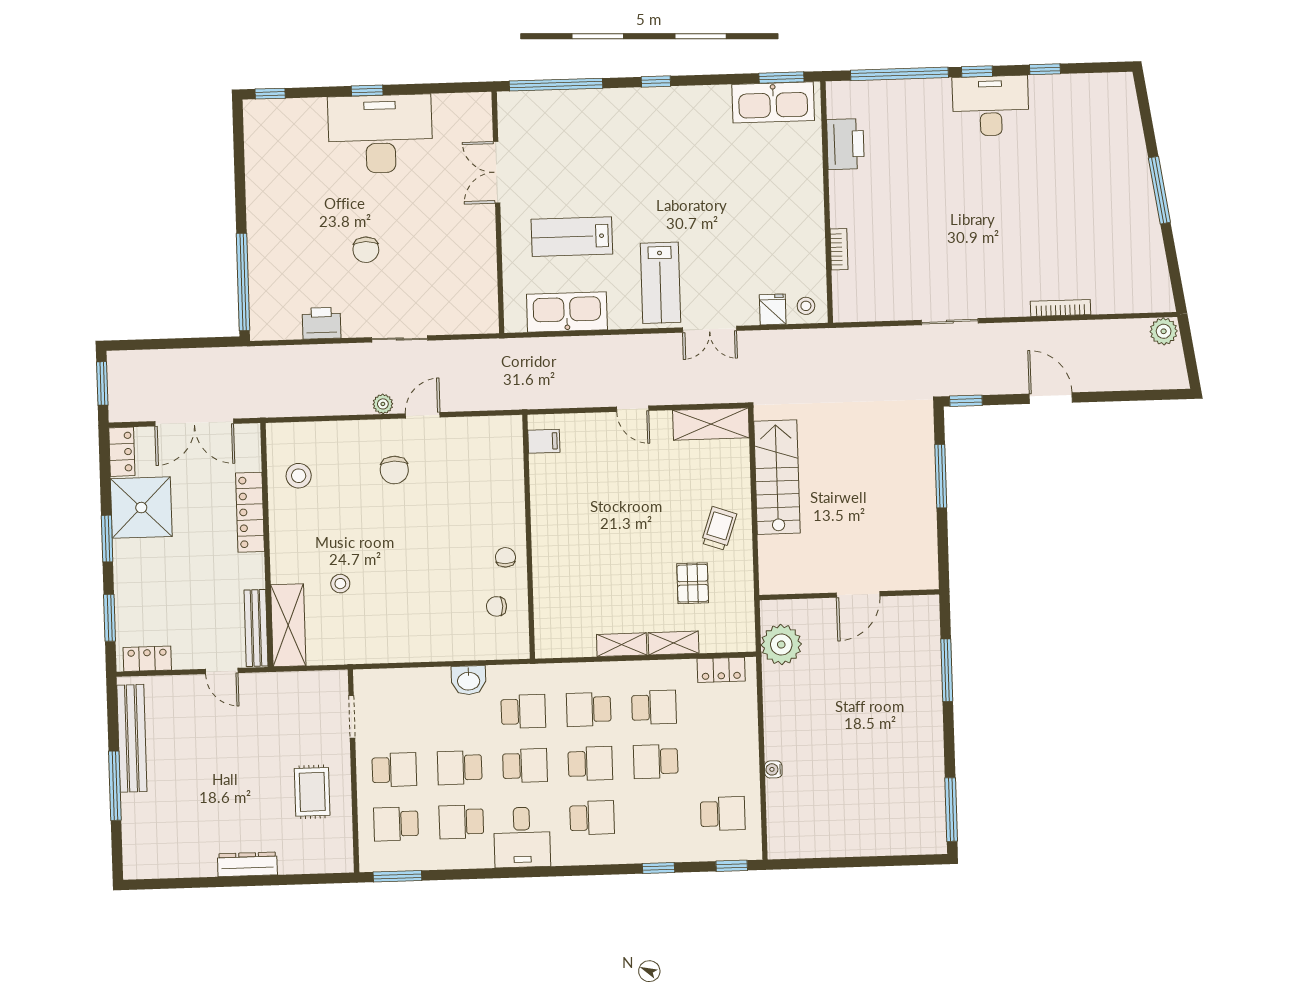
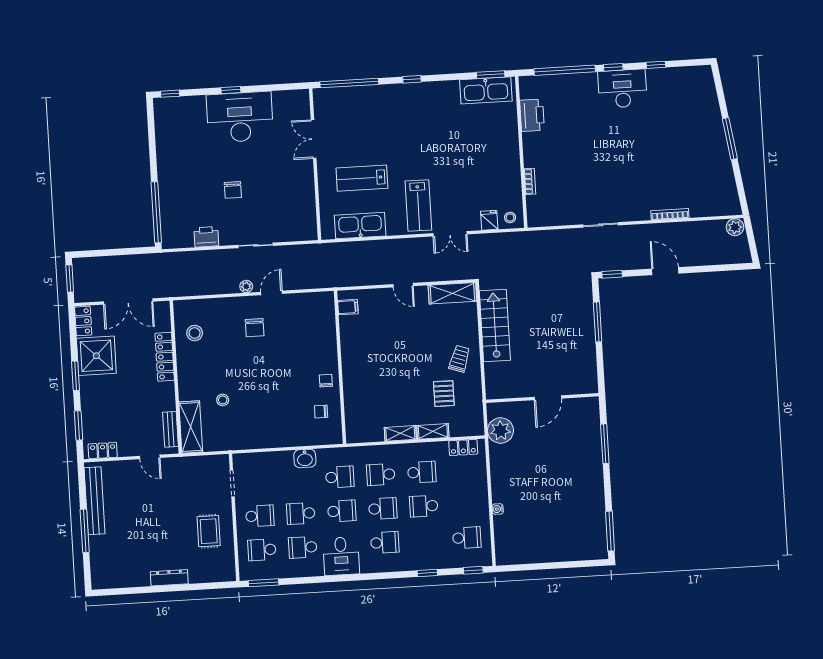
bench: (256, 628) -> (170, 429), width x0.73

